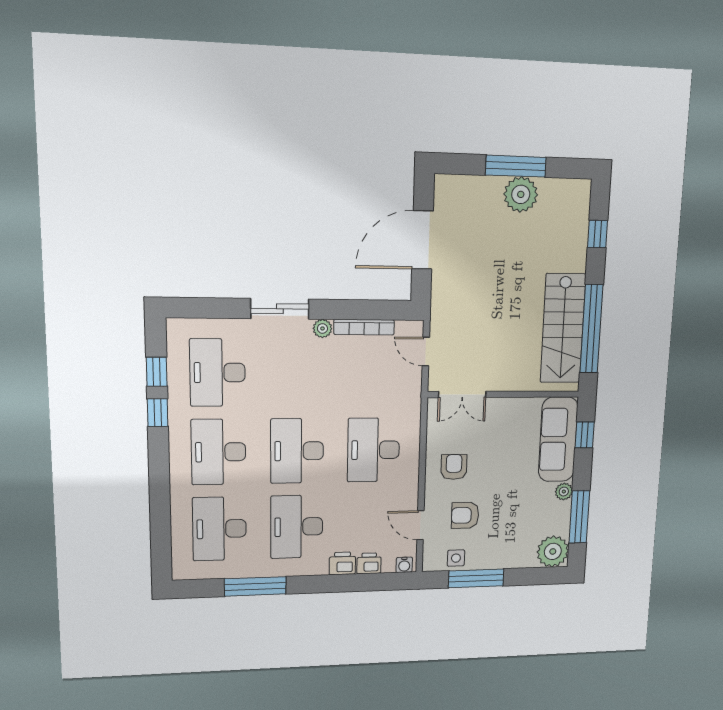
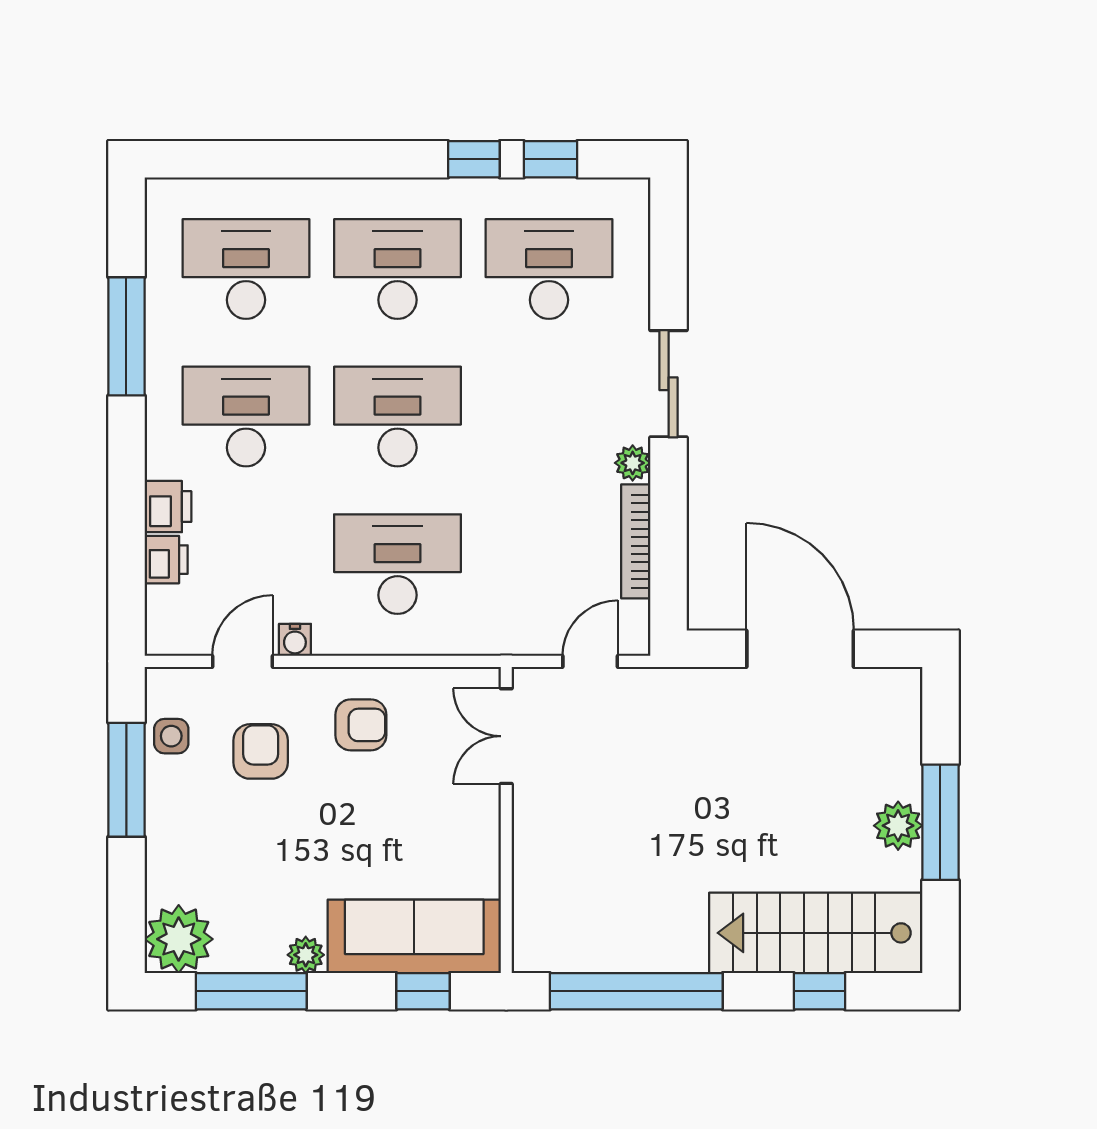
plant: (521, 194) -> (898, 826), width x0.73, depth x0.73
stairs: (563, 328) -> (816, 933), moved
water cooler: (404, 565) -> (295, 640), moved, turned -90

